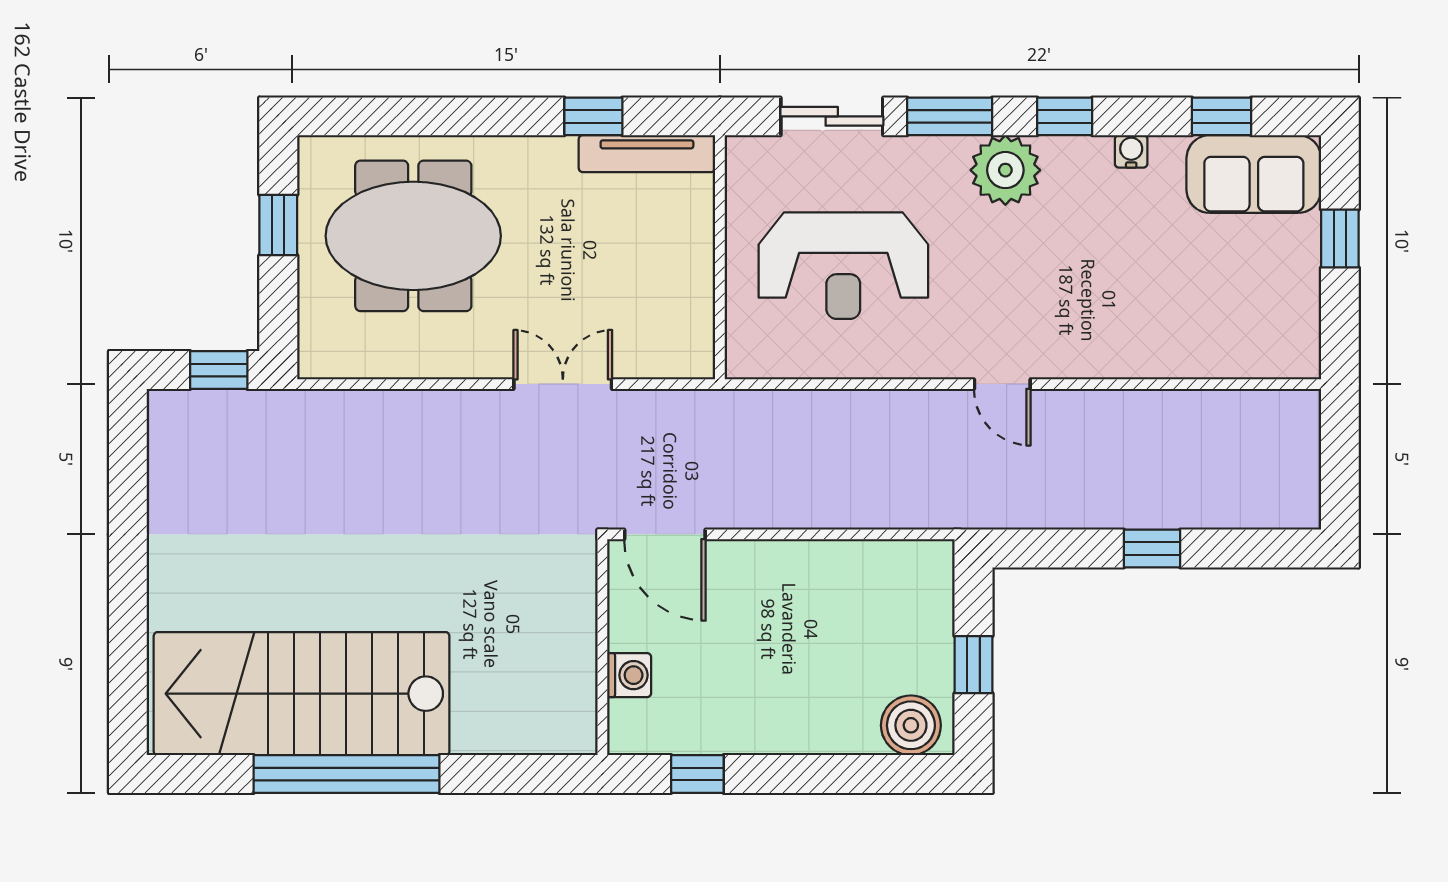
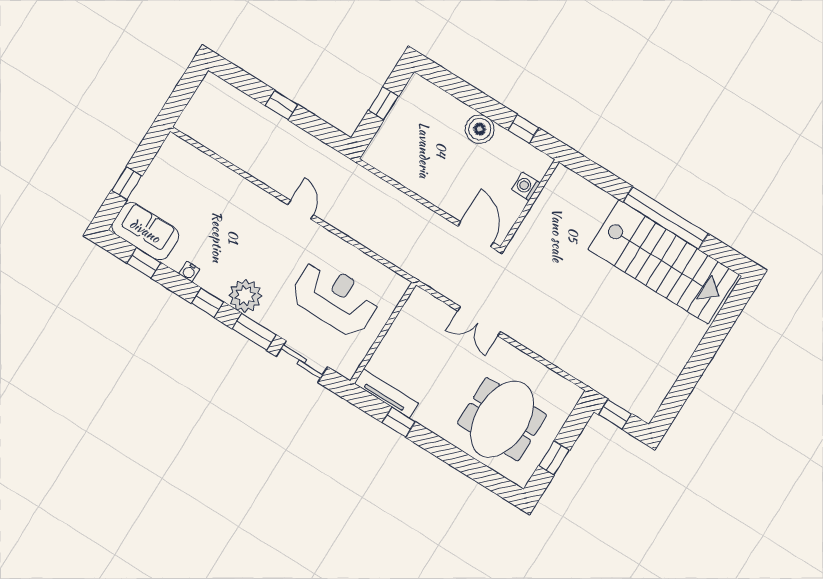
meeting table: (413, 236) -> (502, 419), turned 90
boiler: (911, 725) -> (480, 129), moved

